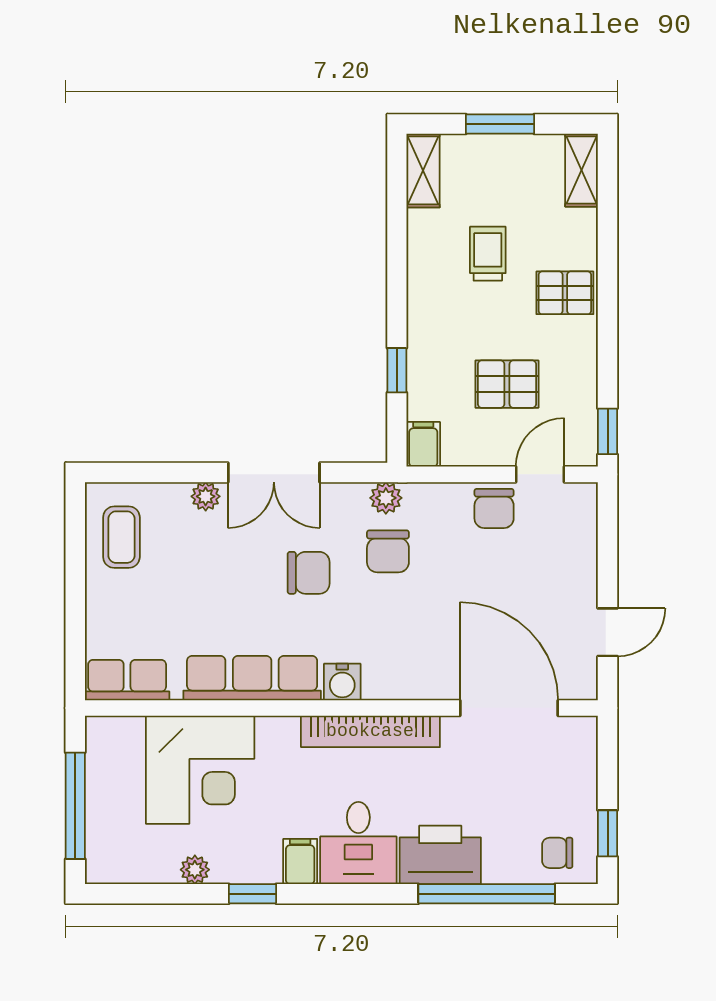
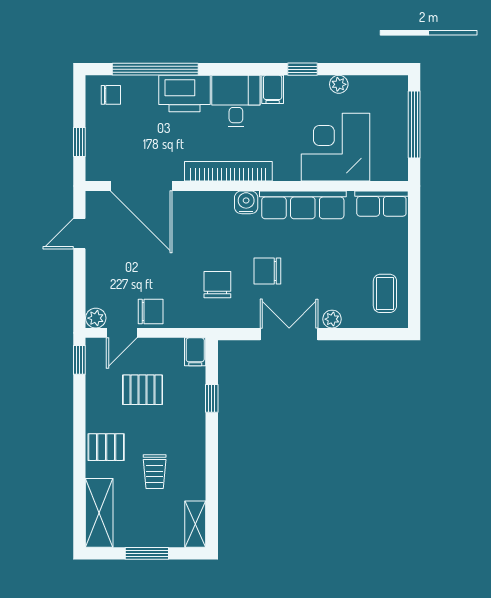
shelving: (581, 170) -> (99, 513), width x1.50, depth x1.33
plant: (386, 498) -> (96, 318), moved
chair: (494, 508) -> (151, 312), turned 90
window: (608, 833) -> (79, 142), moved

